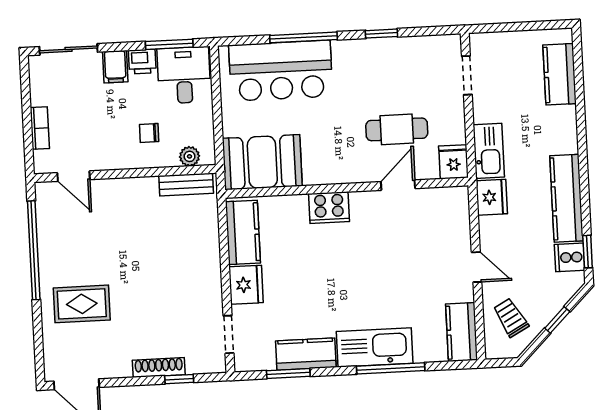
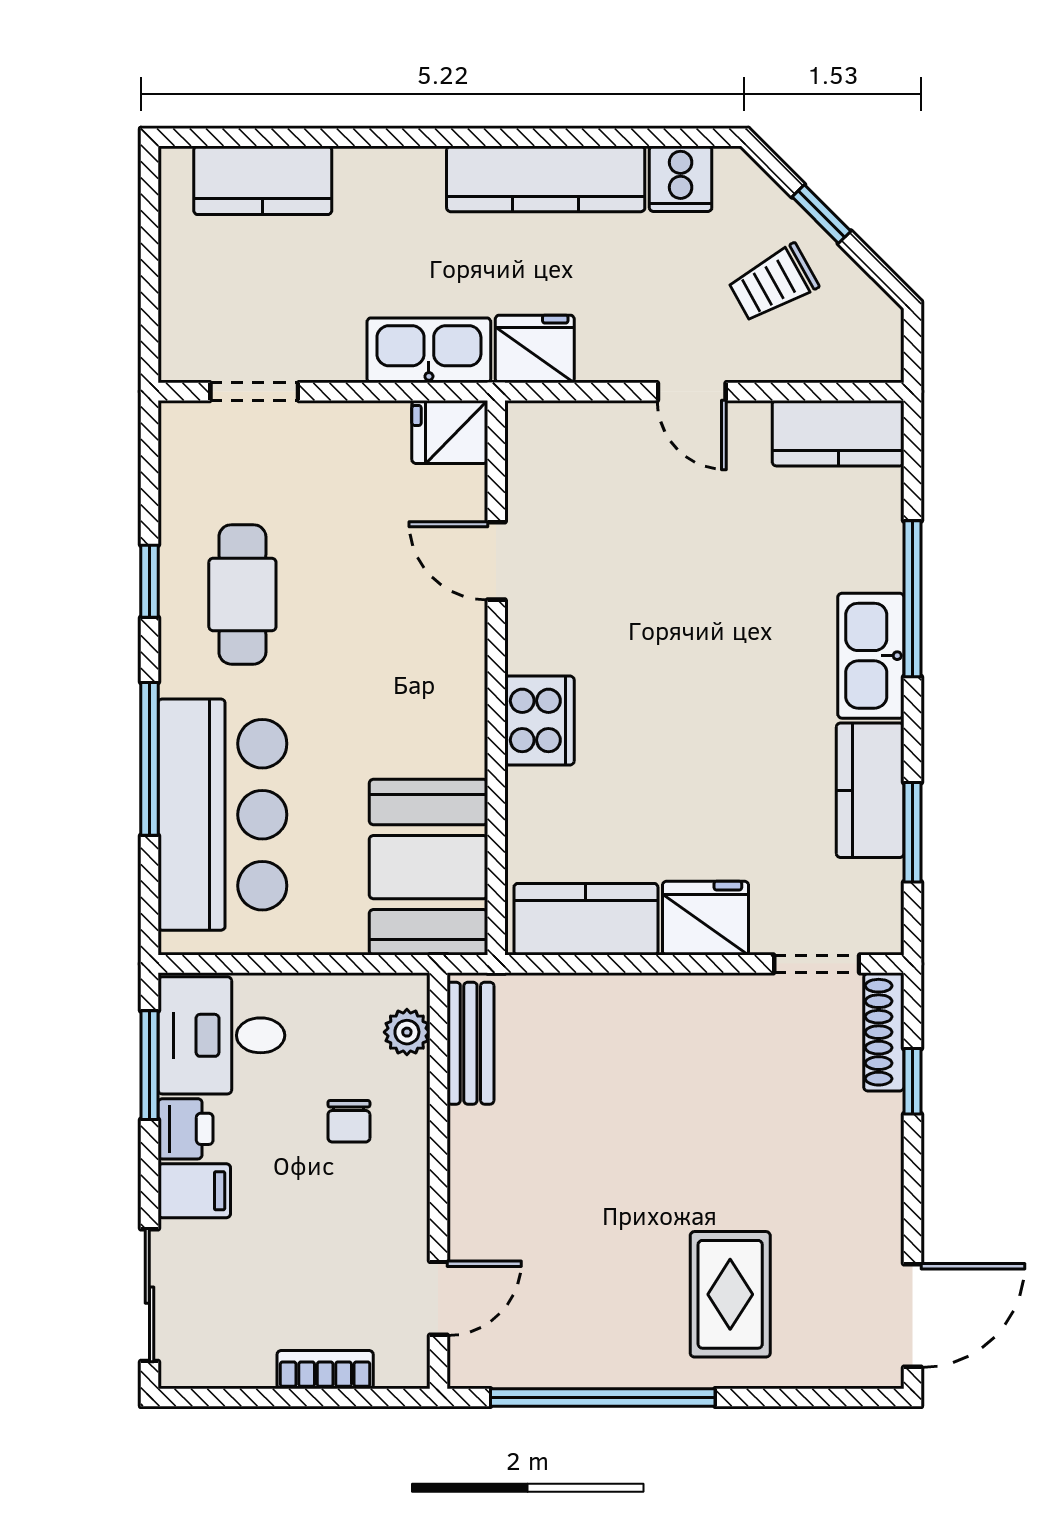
cafe table: (397, 129) -> (242, 594), moved
window: (588, 252) -> (669, 137), removed
door: (477, 267) -> (692, 392), swing flipped
trolley: (511, 317) -> (773, 283), moved
kitchen sink: (375, 347) -> (871, 656), width x0.73, depth x0.81
shoe rack: (159, 367) -> (884, 1032), moved

